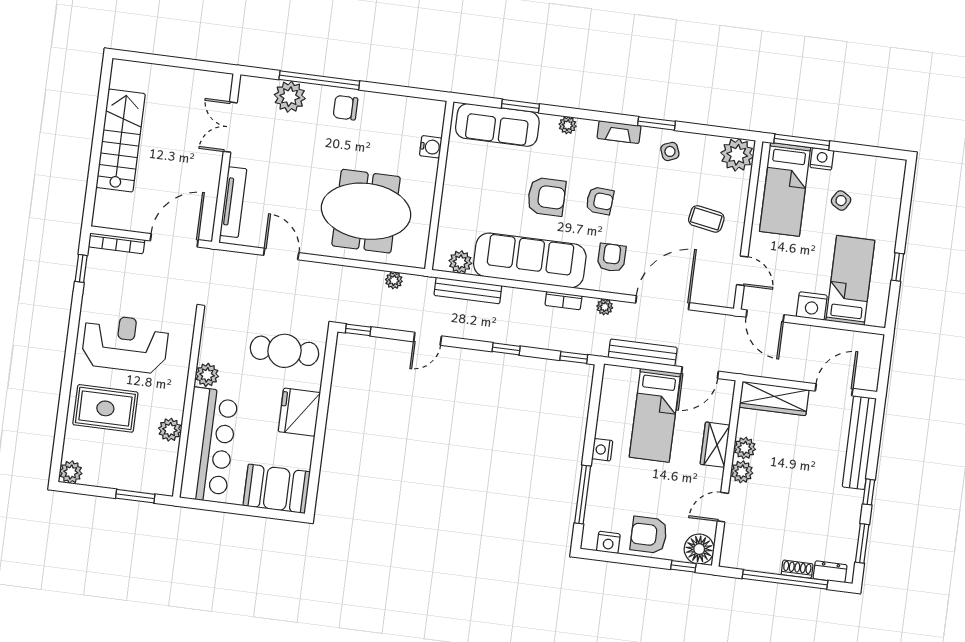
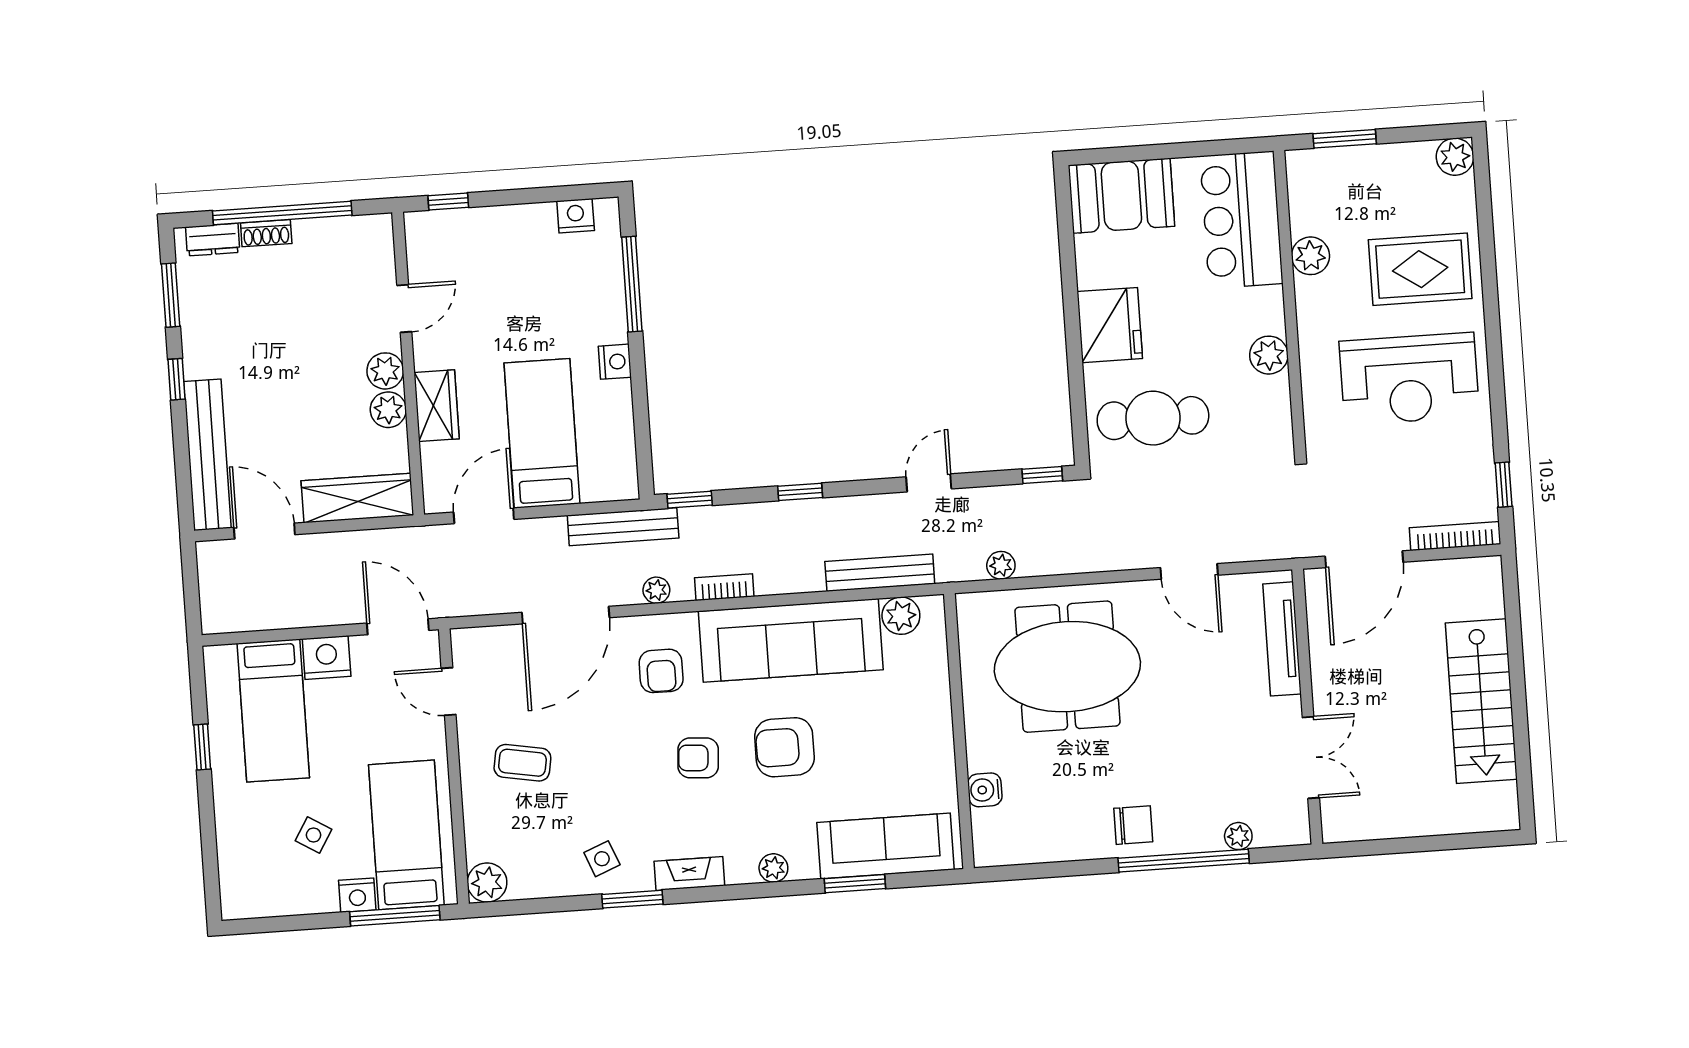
plant: (290, 97) -> (1238, 836), width x0.53, depth x0.53
plant: (737, 155) -> (487, 883), width x0.73, depth x0.73
bench: (643, 352) -> (623, 527), moved
door: (834, 390) -> (264, 531), swing flipped
bar counter: (209, 445) -> (1241, 220), width x0.73
armchair: (649, 535) -> (514, 241), removed
floor lamp: (699, 549) -> (429, 234), removed

